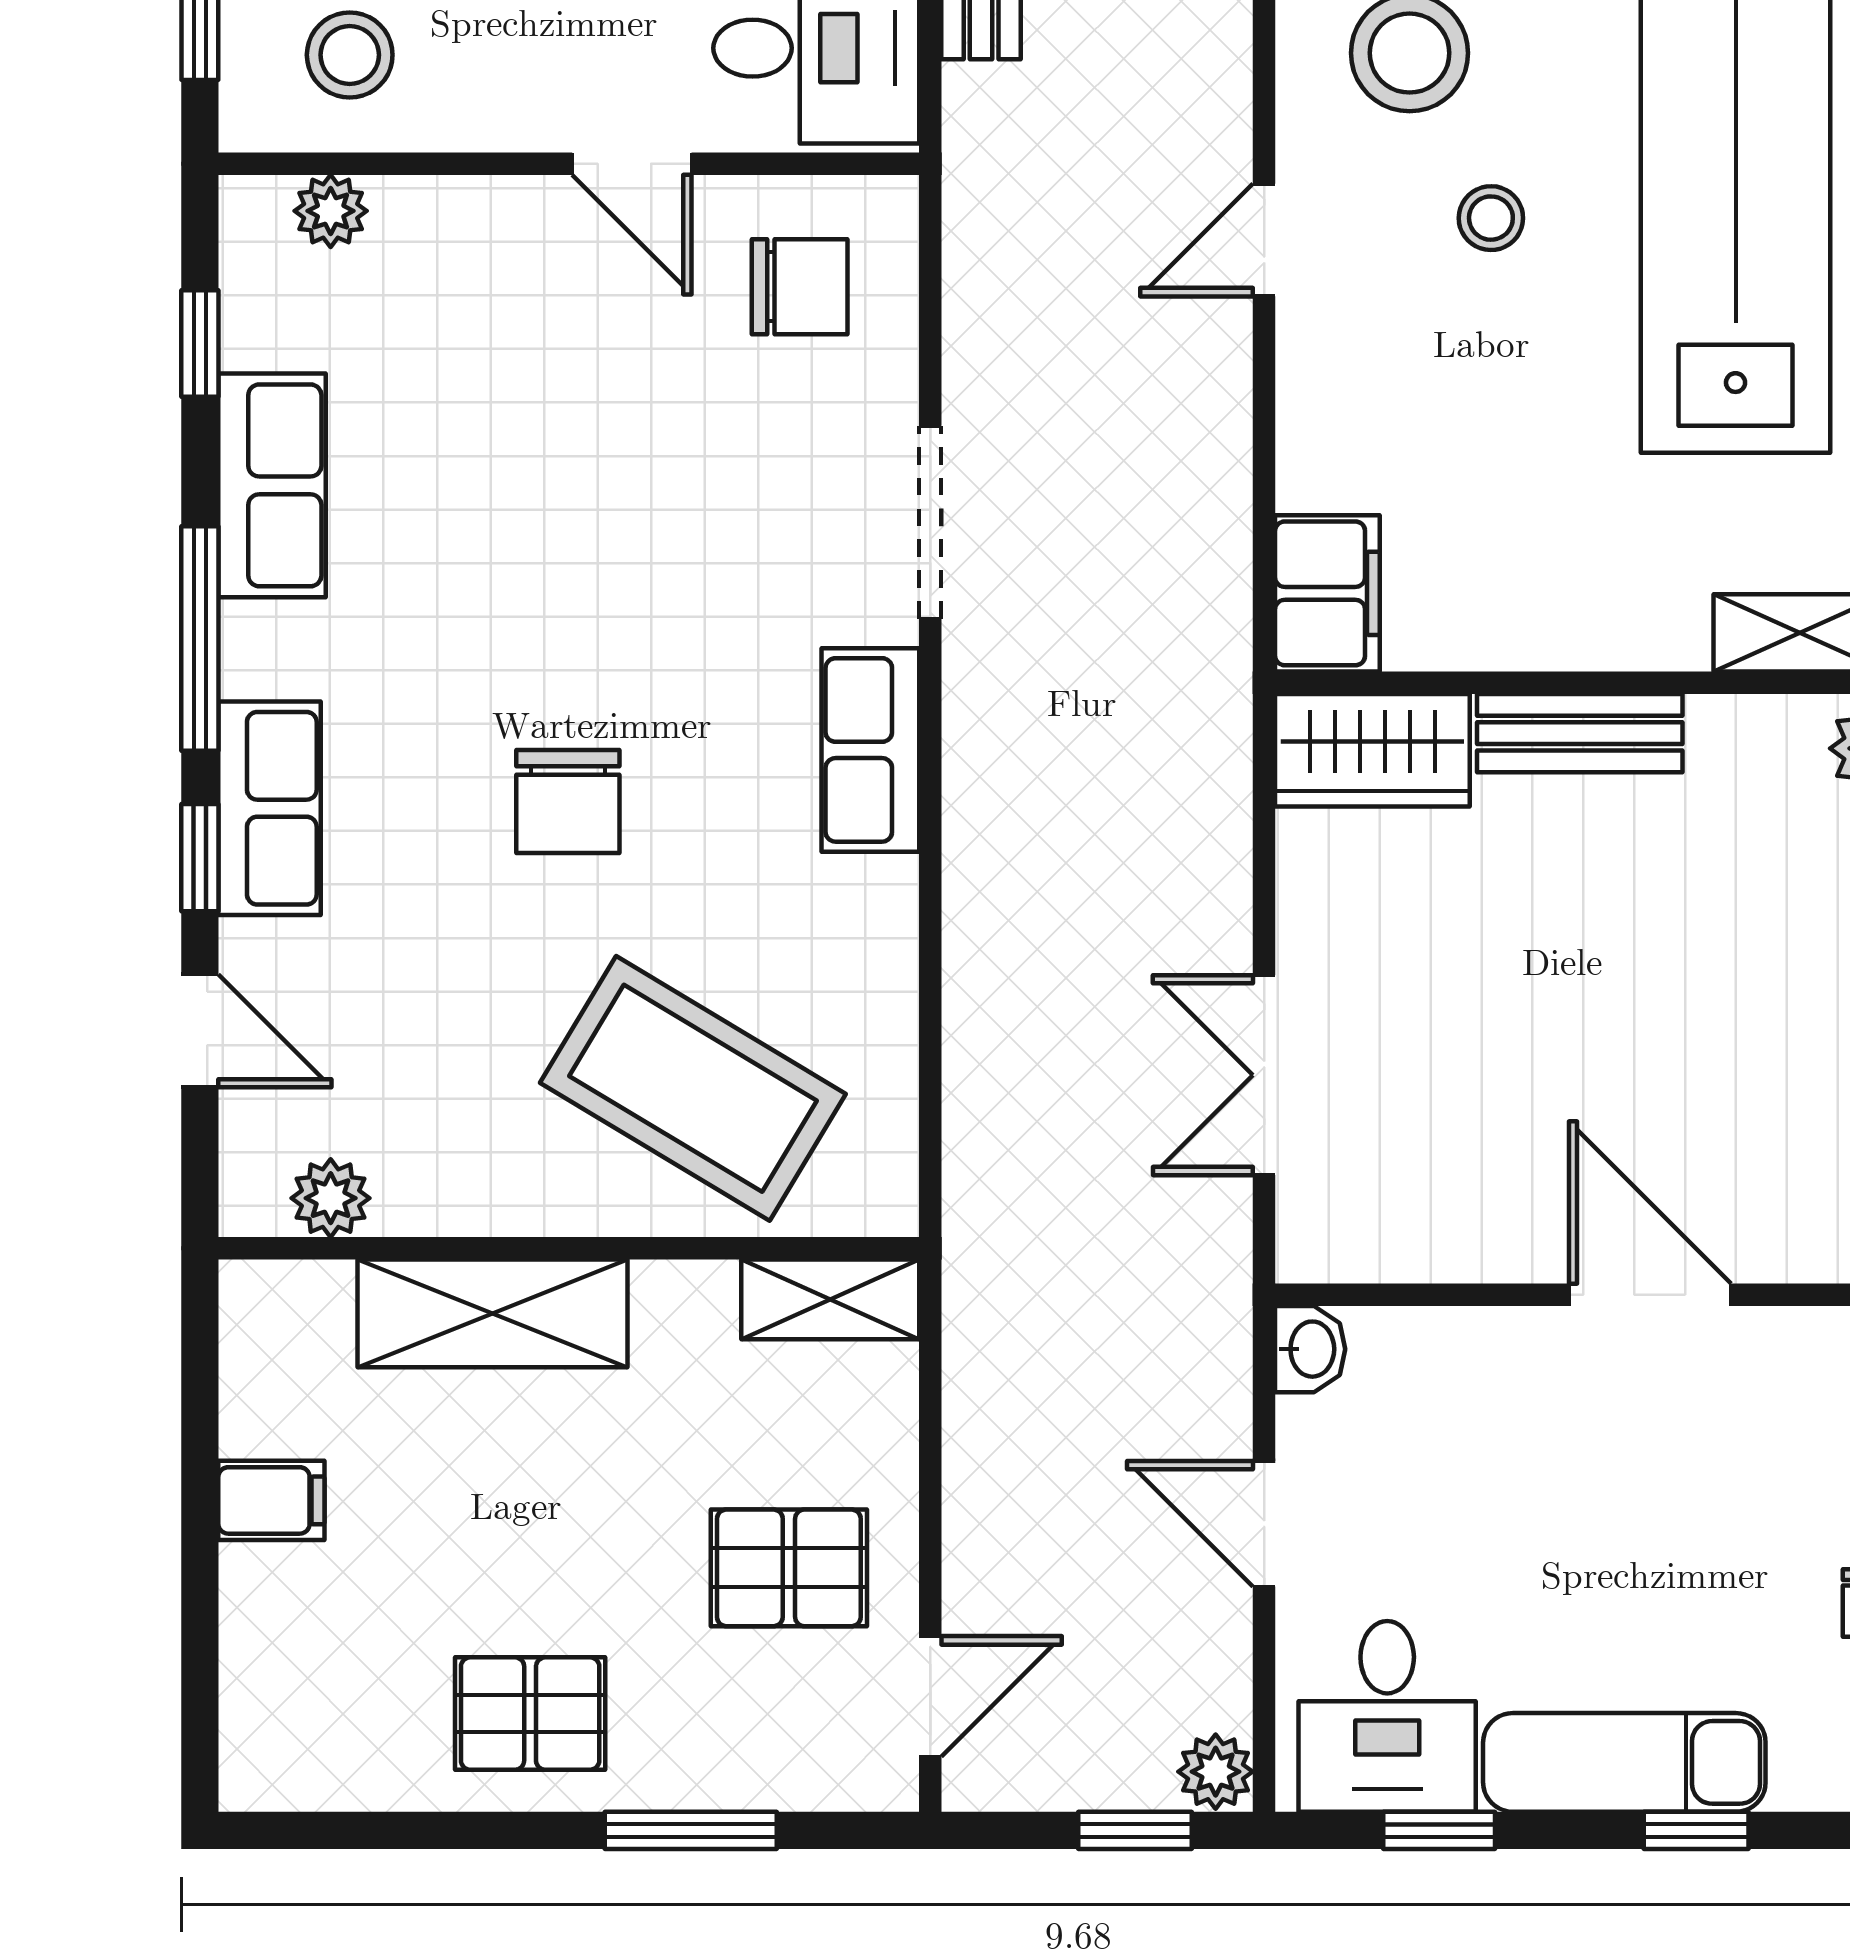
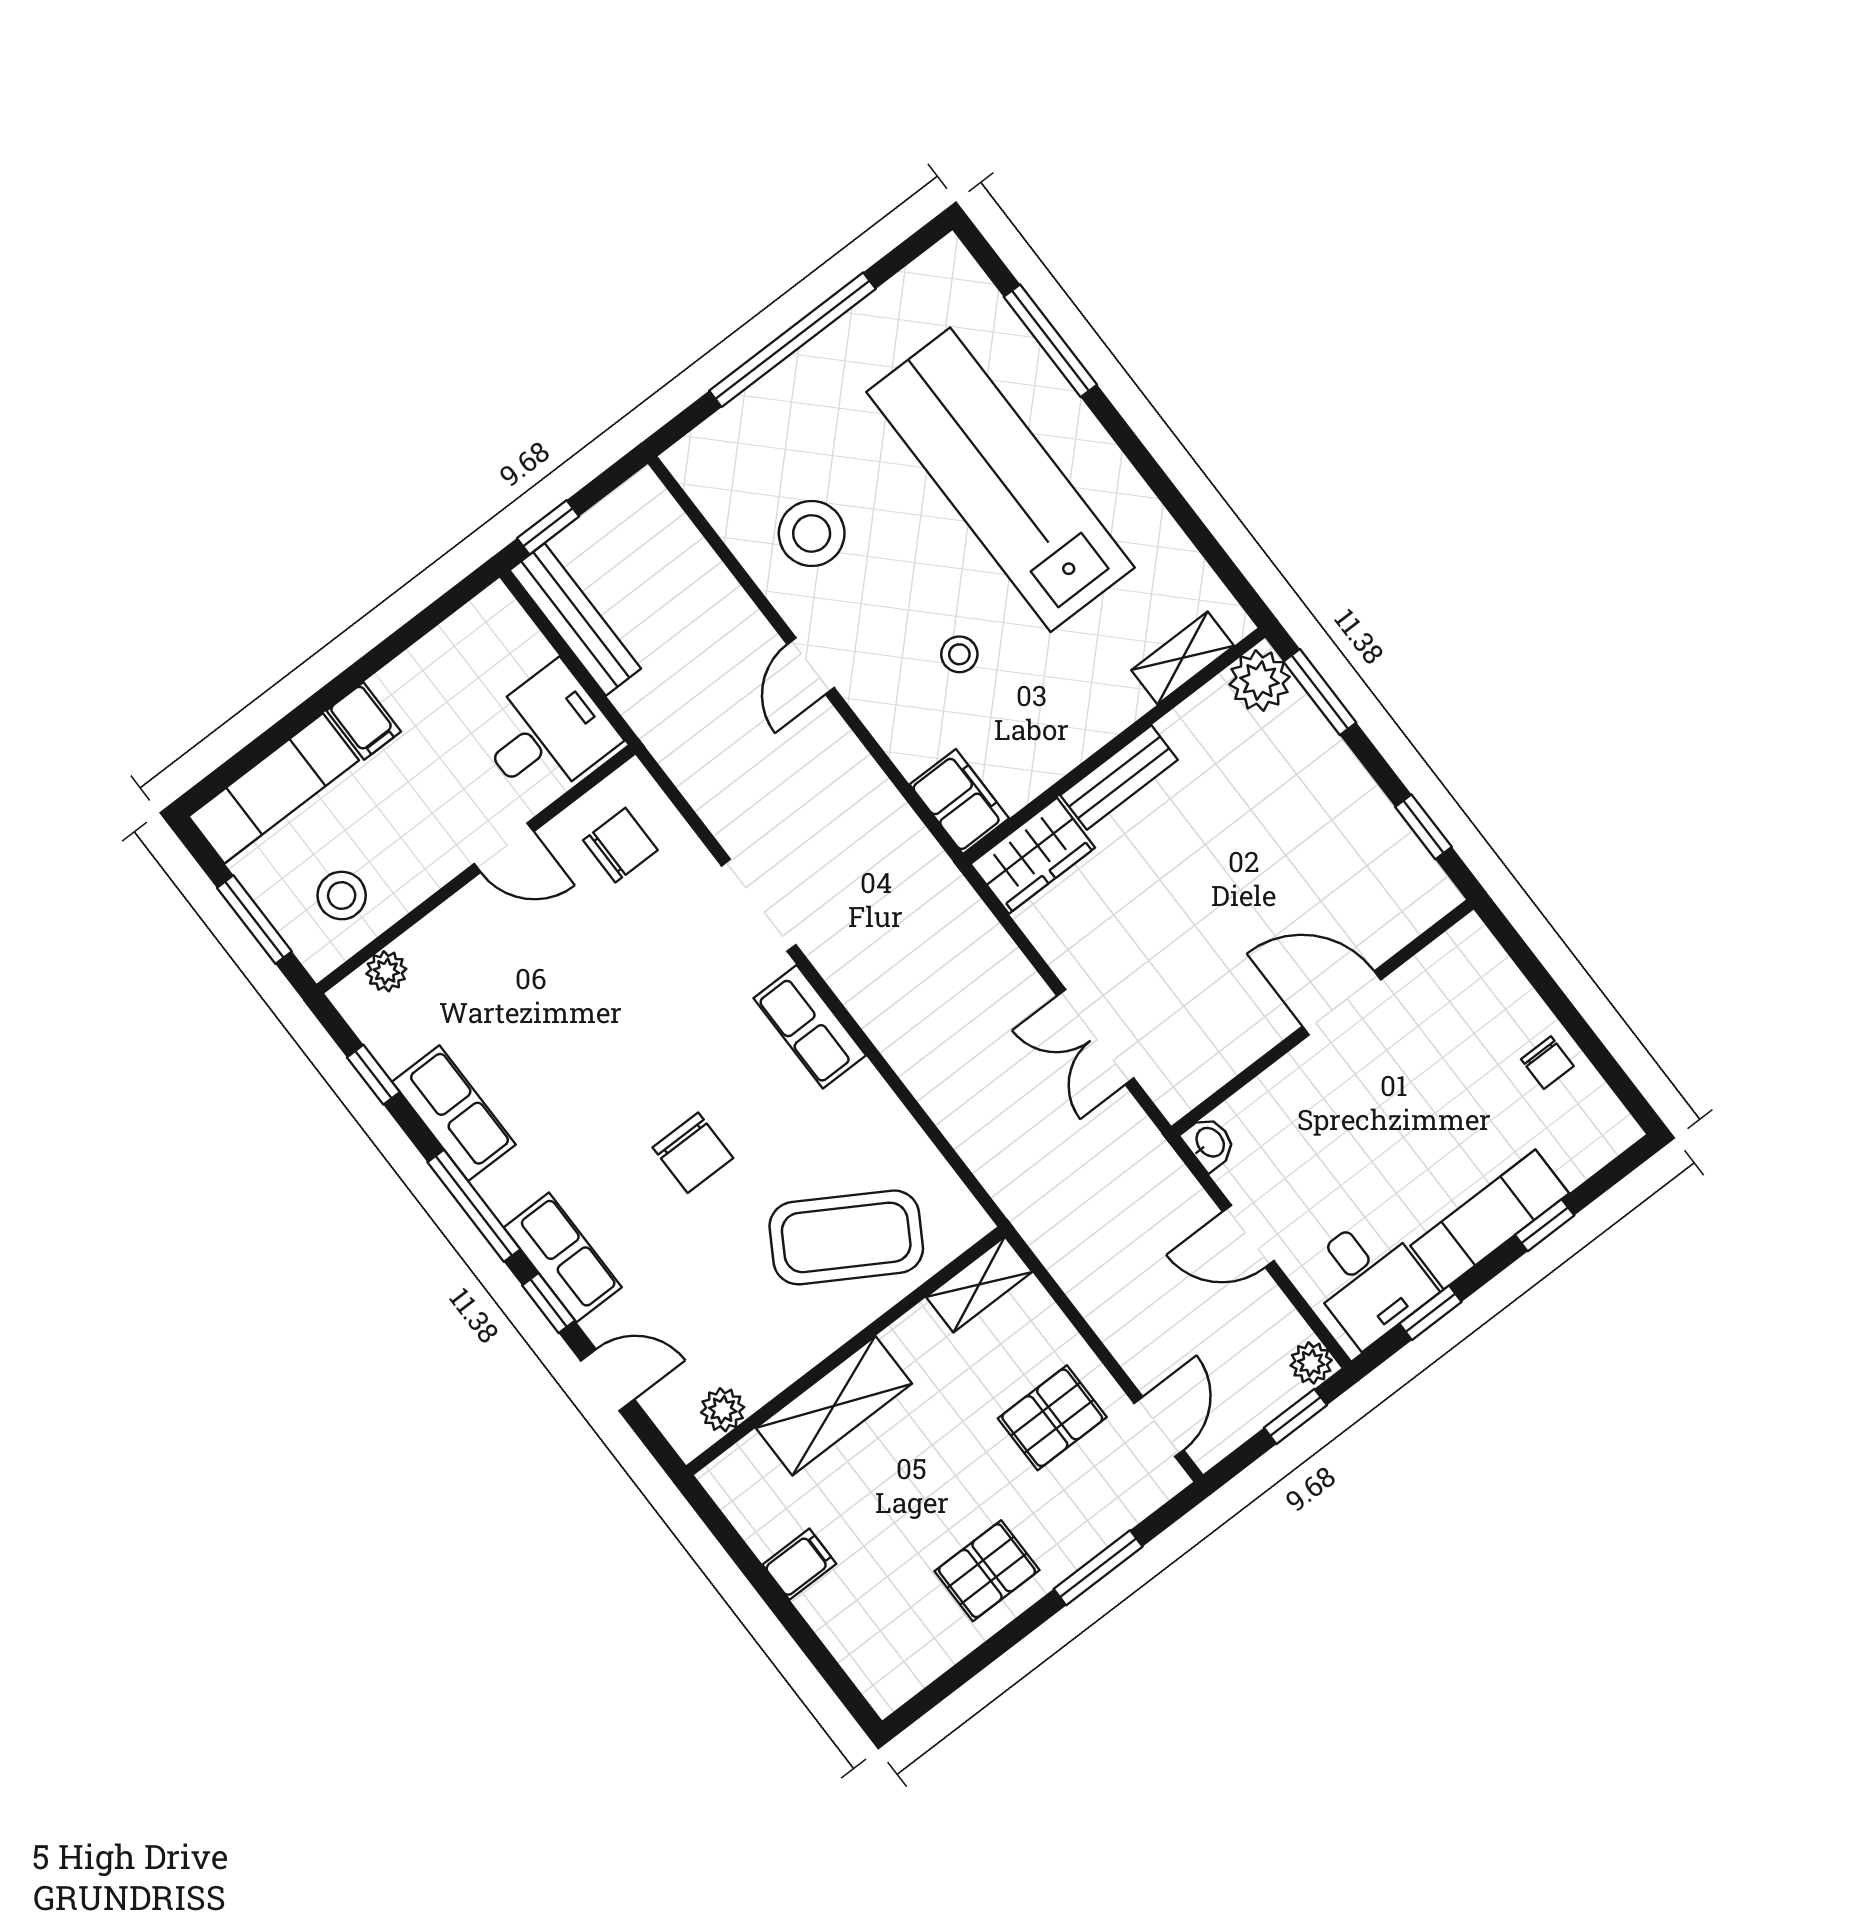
stool: (1491, 218) -> (959, 654), moved

